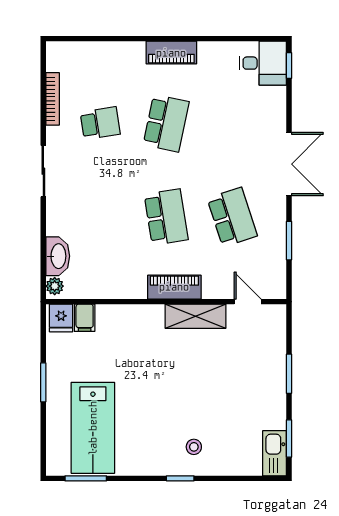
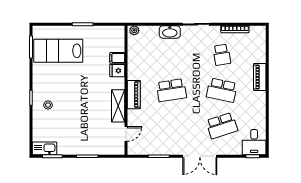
piano: (171, 53) -> (260, 77), moved
school desk: (232, 217) -> (222, 126), moved
washbasin: (58, 256) -> (170, 32), moved
fridge: (61, 318) -> (117, 71), moved
filing cabinet: (85, 318) -> (117, 58), moved

